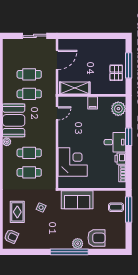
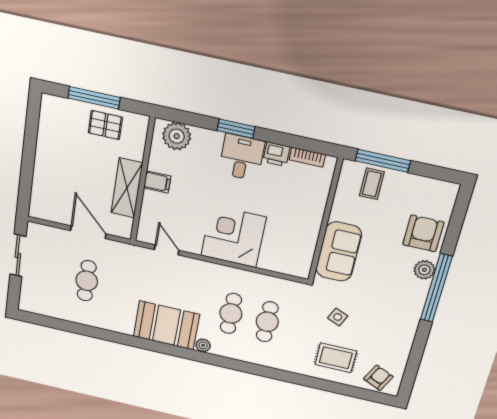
door: (57, 60) -> (88, 232), moved
shelving: (75, 88) -> (127, 188), moved
cafe table: (29, 94) -> (123, 289), removed
corner desk: (73, 162) -> (233, 236), moved

